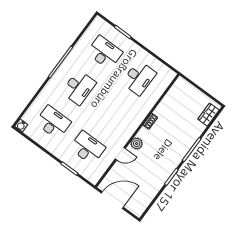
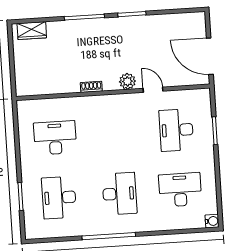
desk: (79, 87) -> (120, 194), turned 90
desk: (53, 122) -> (180, 190), turned 90

